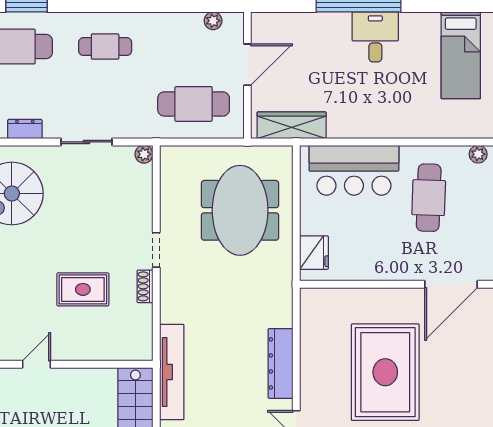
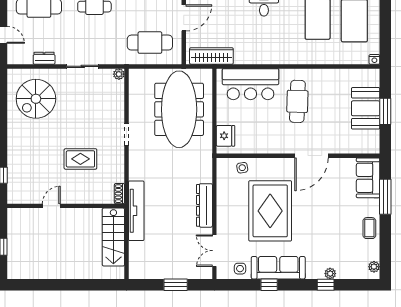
plant: (478, 154) -> (328, 74), removed
meeting table: (240, 210) -> (179, 109), width x1.36
shoe rack: (145, 286) -> (119, 194), moved
side table: (341, 303) -> (242, 168), added

